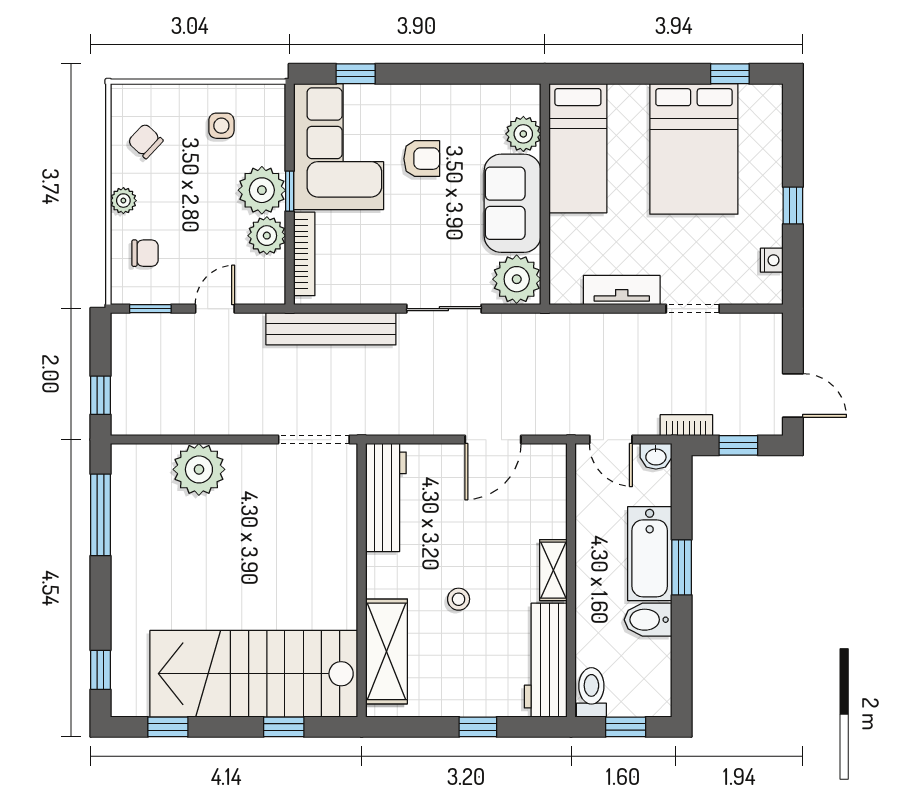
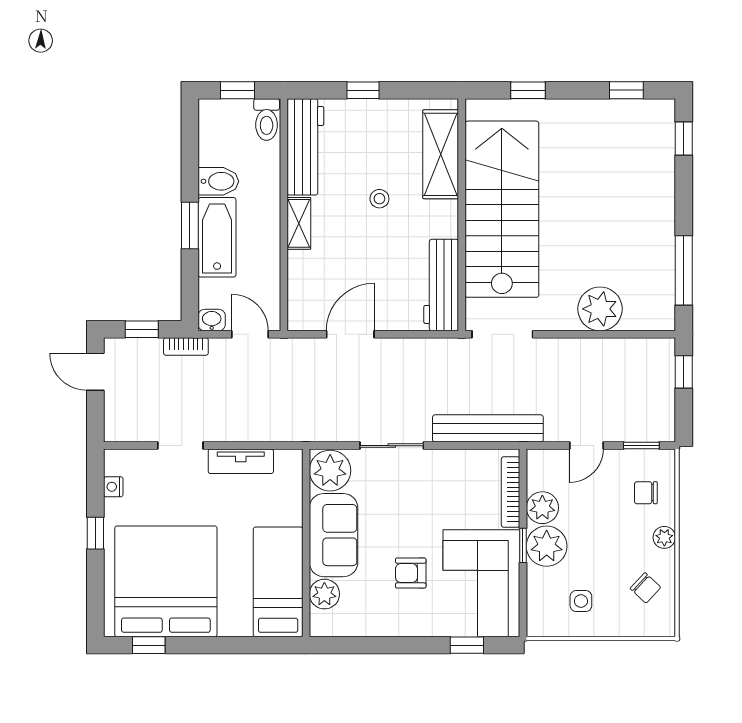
bed: (694, 149) -> (166, 581), width x1.36
stairs: (254, 674) -> (502, 209), moved, turned -90

